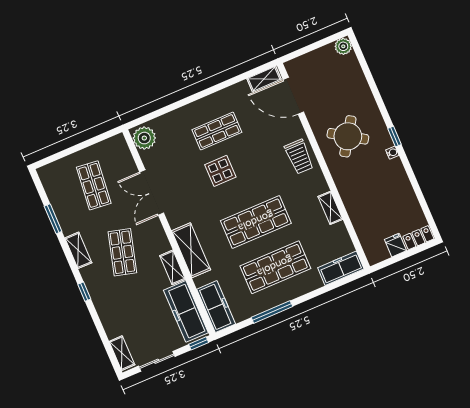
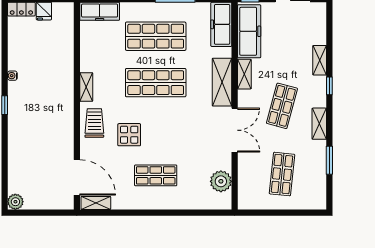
round table: (348, 136) -> (45, 122), removed
plant: (144, 138) -> (221, 181), moved
water cooler: (392, 153) -> (12, 76), moved
display table: (220, 171) -> (129, 135), moved
double door: (152, 193) -> (235, 130), moved
shelving: (330, 208) -> (86, 87), moved
shelving: (122, 353) -> (320, 60), moved

